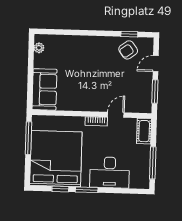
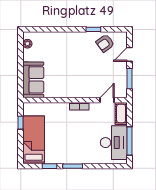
window: (129, 34) -> (93, 29), moved
door: (116, 115) -> (107, 100), moved
window: (28, 138) -> (21, 123), width x0.46
bed: (56, 159) -> (34, 140), width x0.49
desk: (110, 172) -> (114, 143), moved, turned -90

